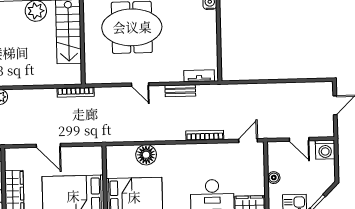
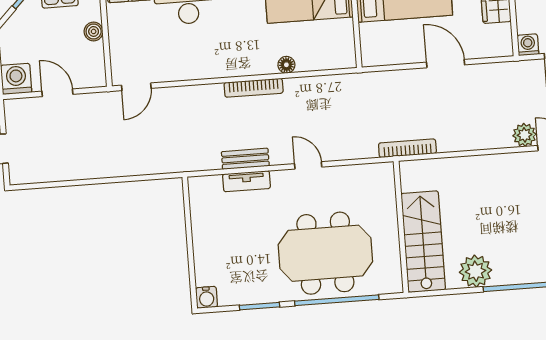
tv unit: (199, 76) -> (247, 181), moved
bookcase: (205, 135) -> (254, 88), moved
floor lamp: (146, 155) -> (286, 65), width x0.53, depth x0.53

